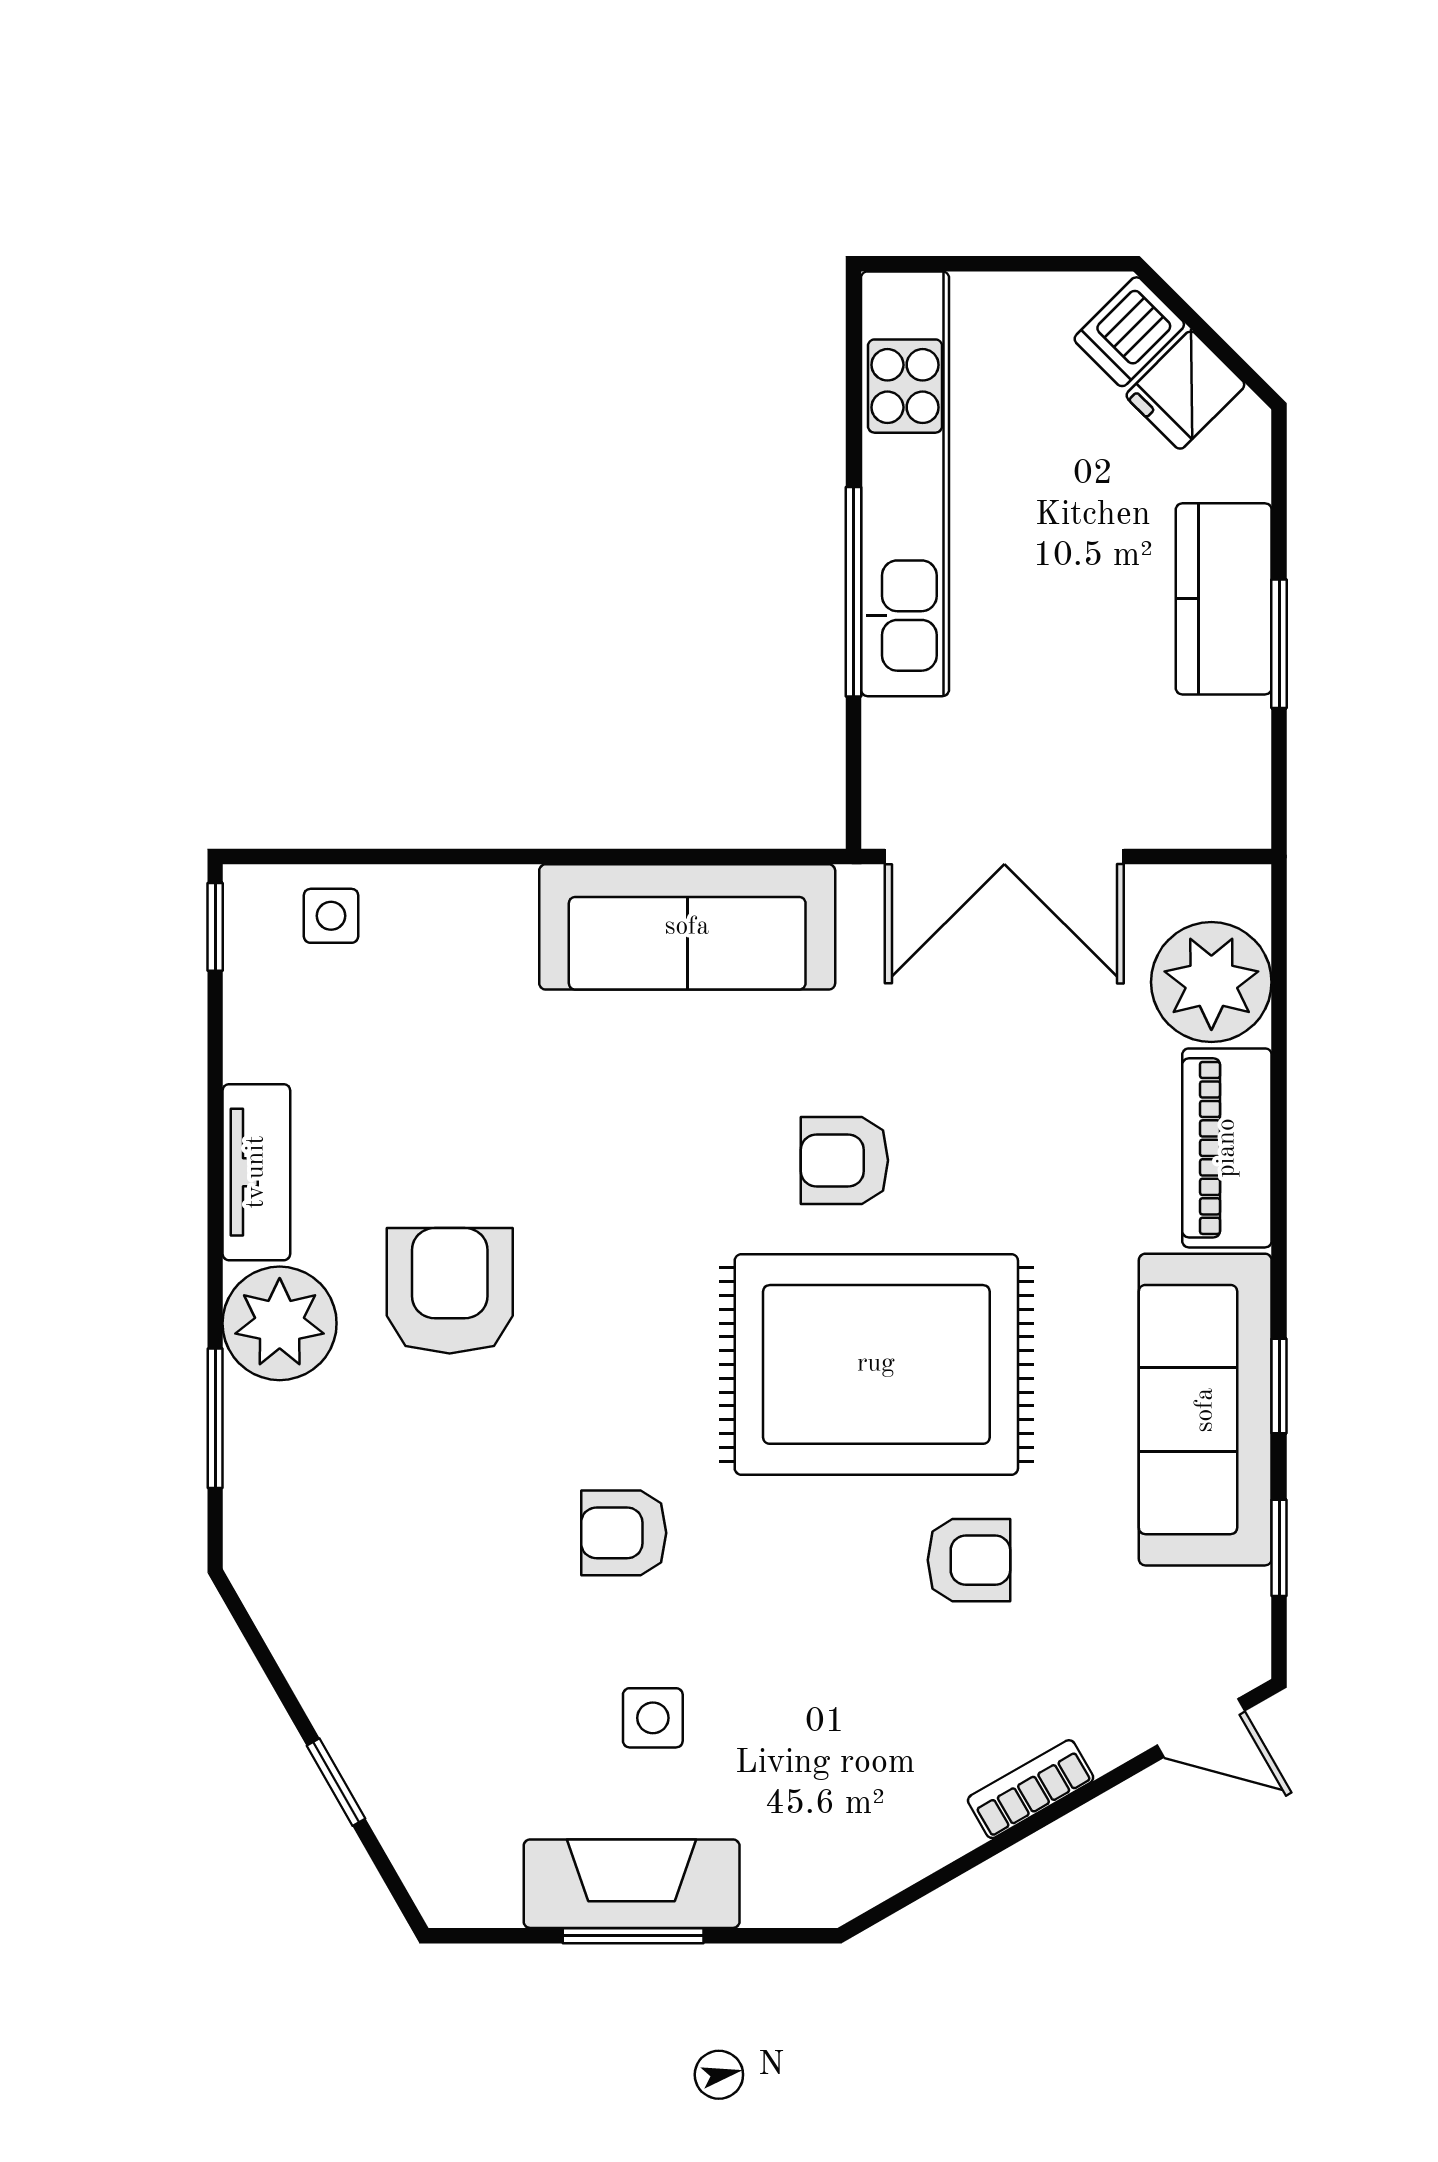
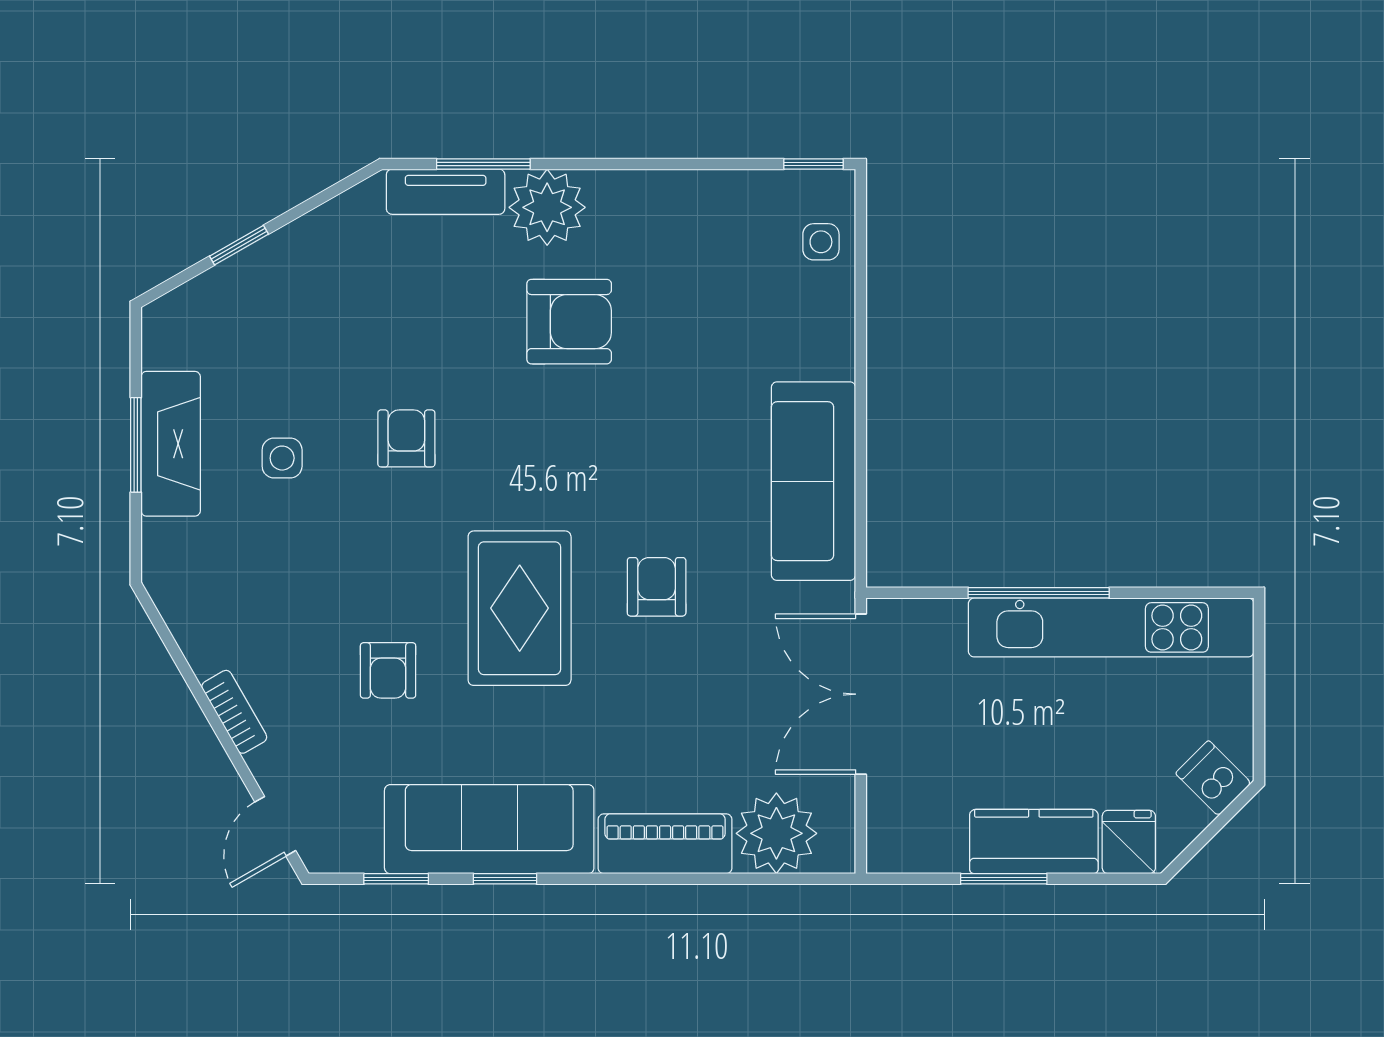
fridge: (1185, 390) -> (1129, 842), moved, turned 45
tv unit: (256, 1172) -> (446, 192), moved
rug: (876, 1364) -> (520, 608), width x0.73, depth x0.69

